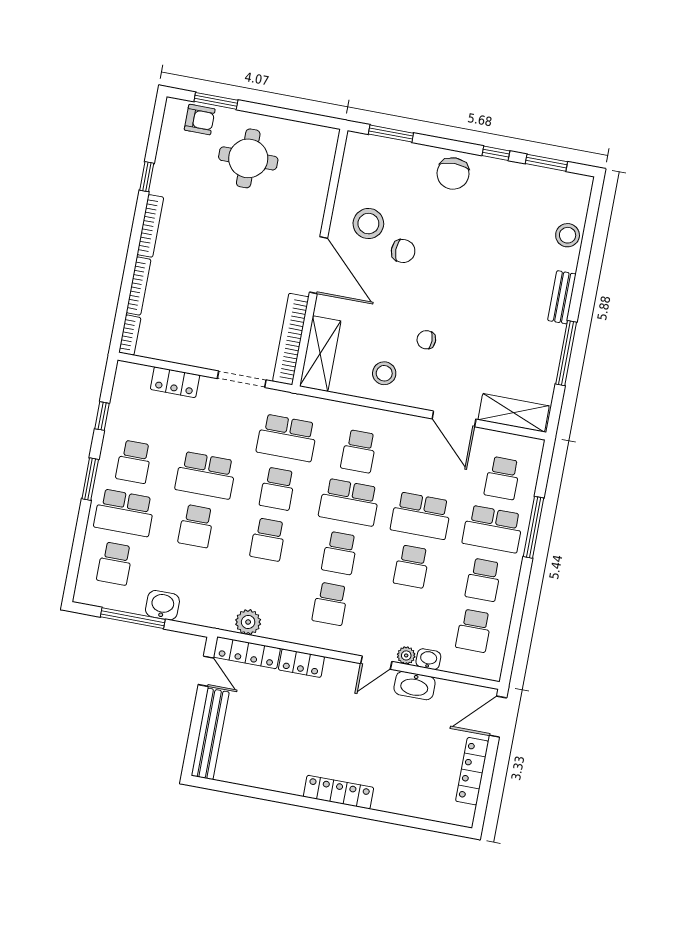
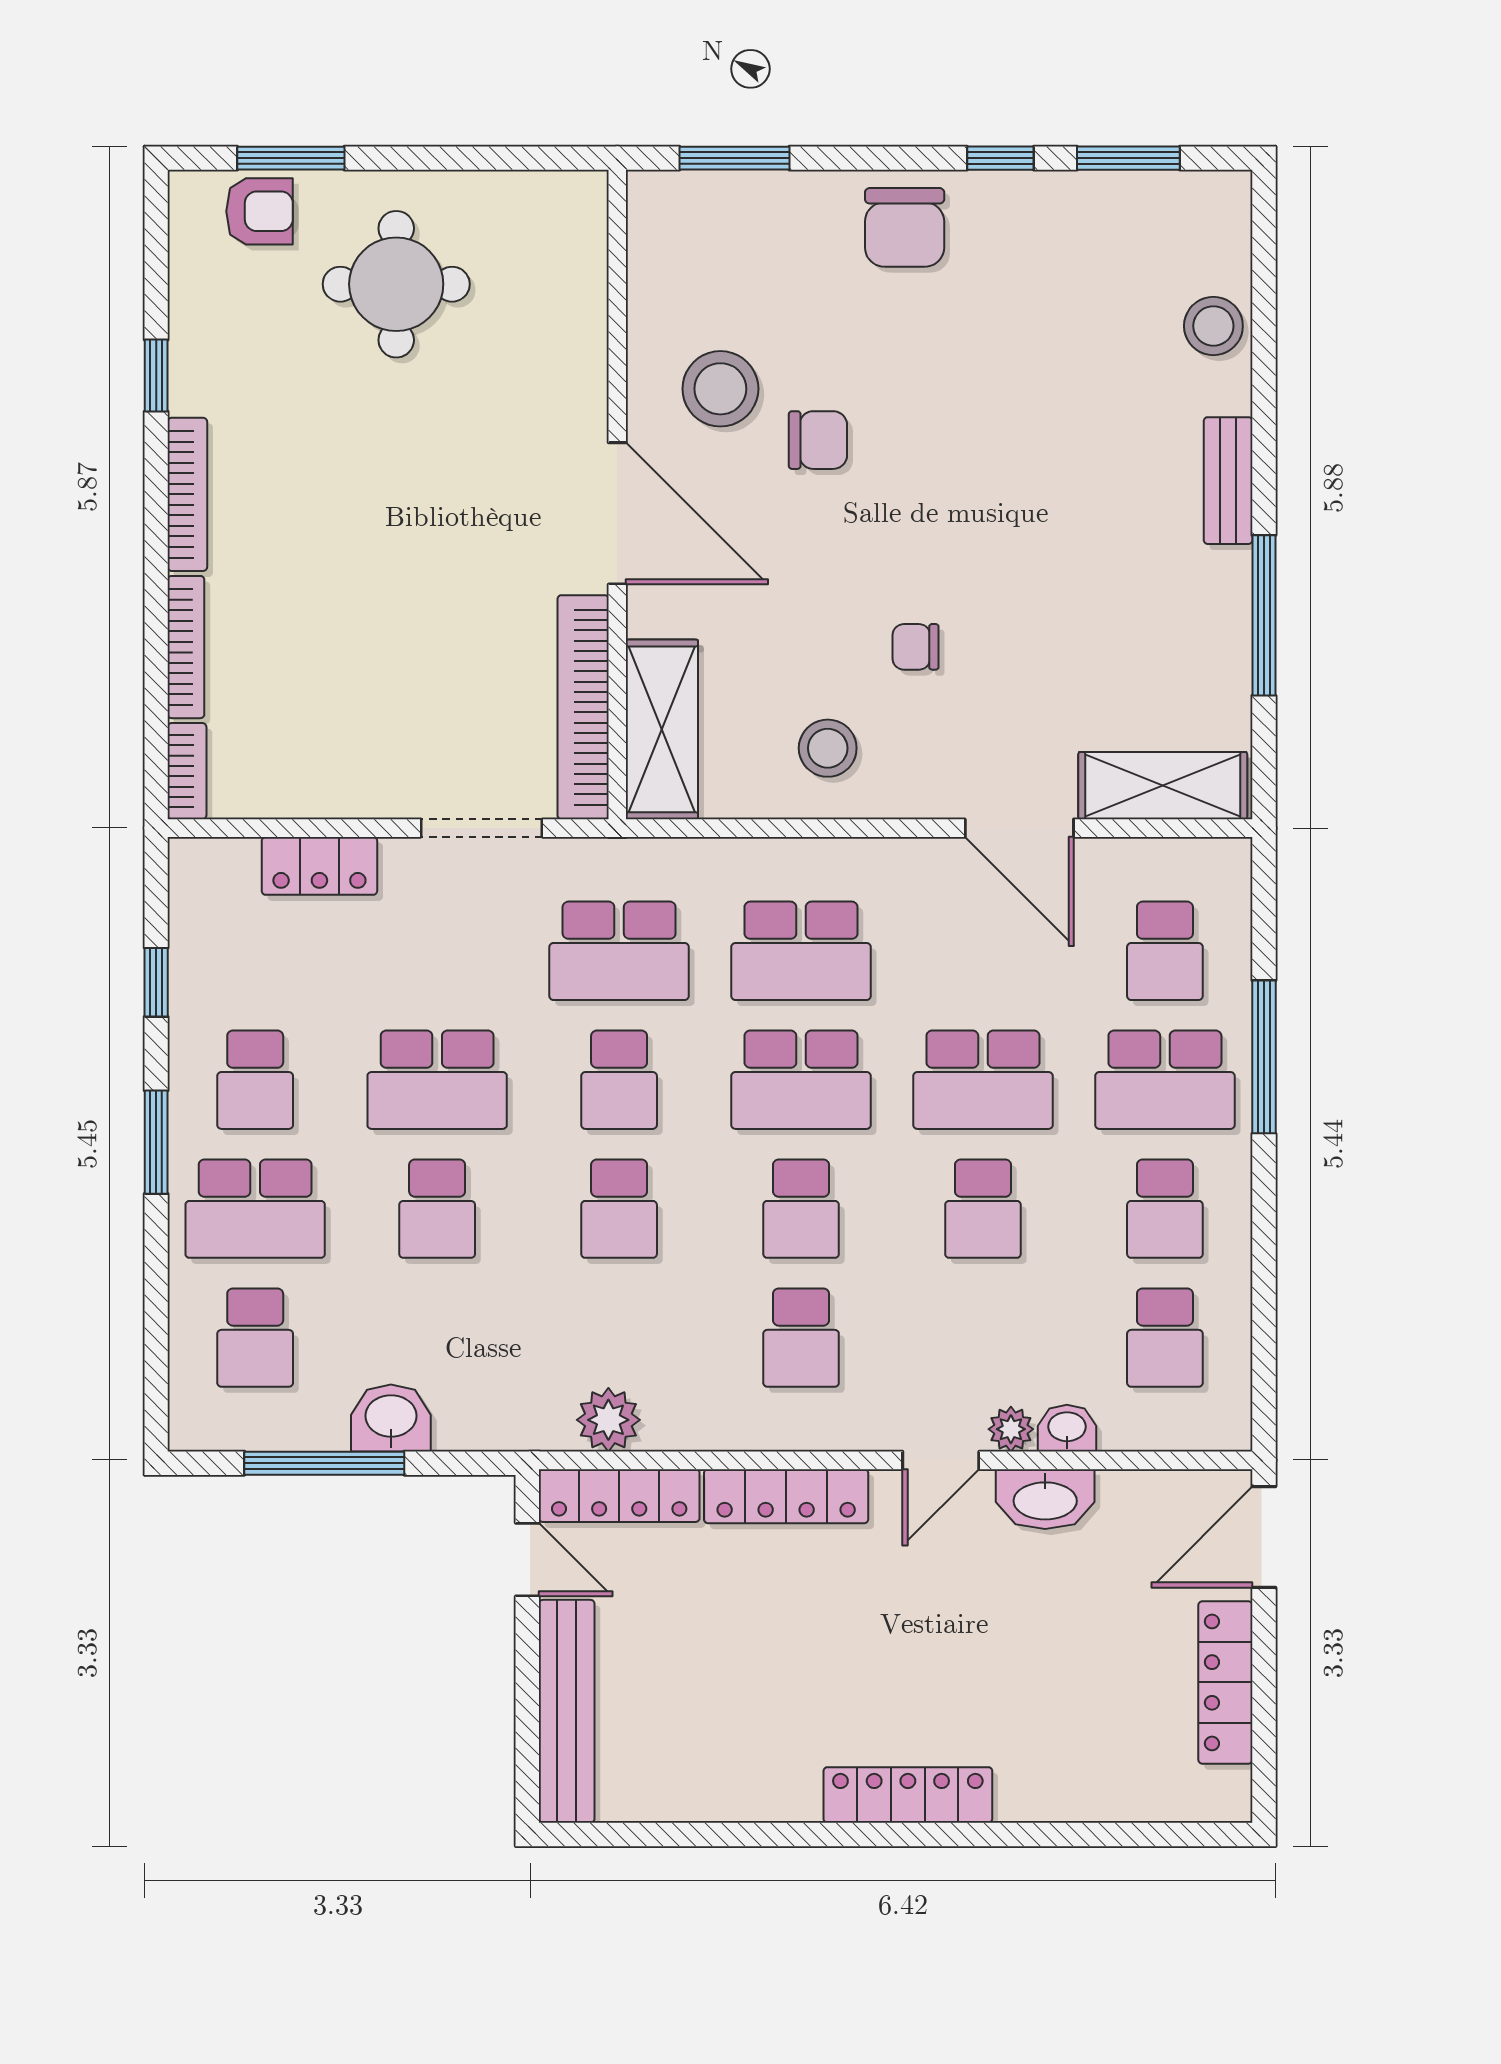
school desk: (359, 451) -> (801, 951), width x1.85
locker: (301, 663) -> (786, 1496), width x1.53

